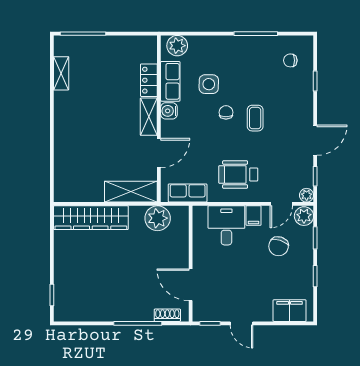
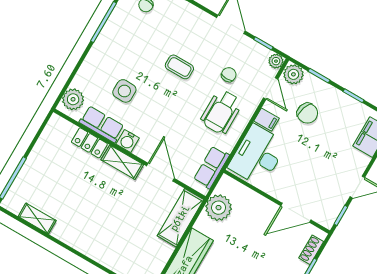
chair: (226, 112) -> (229, 75), moved, turned 90
desk: (226, 225) -> (258, 155), width x1.37

